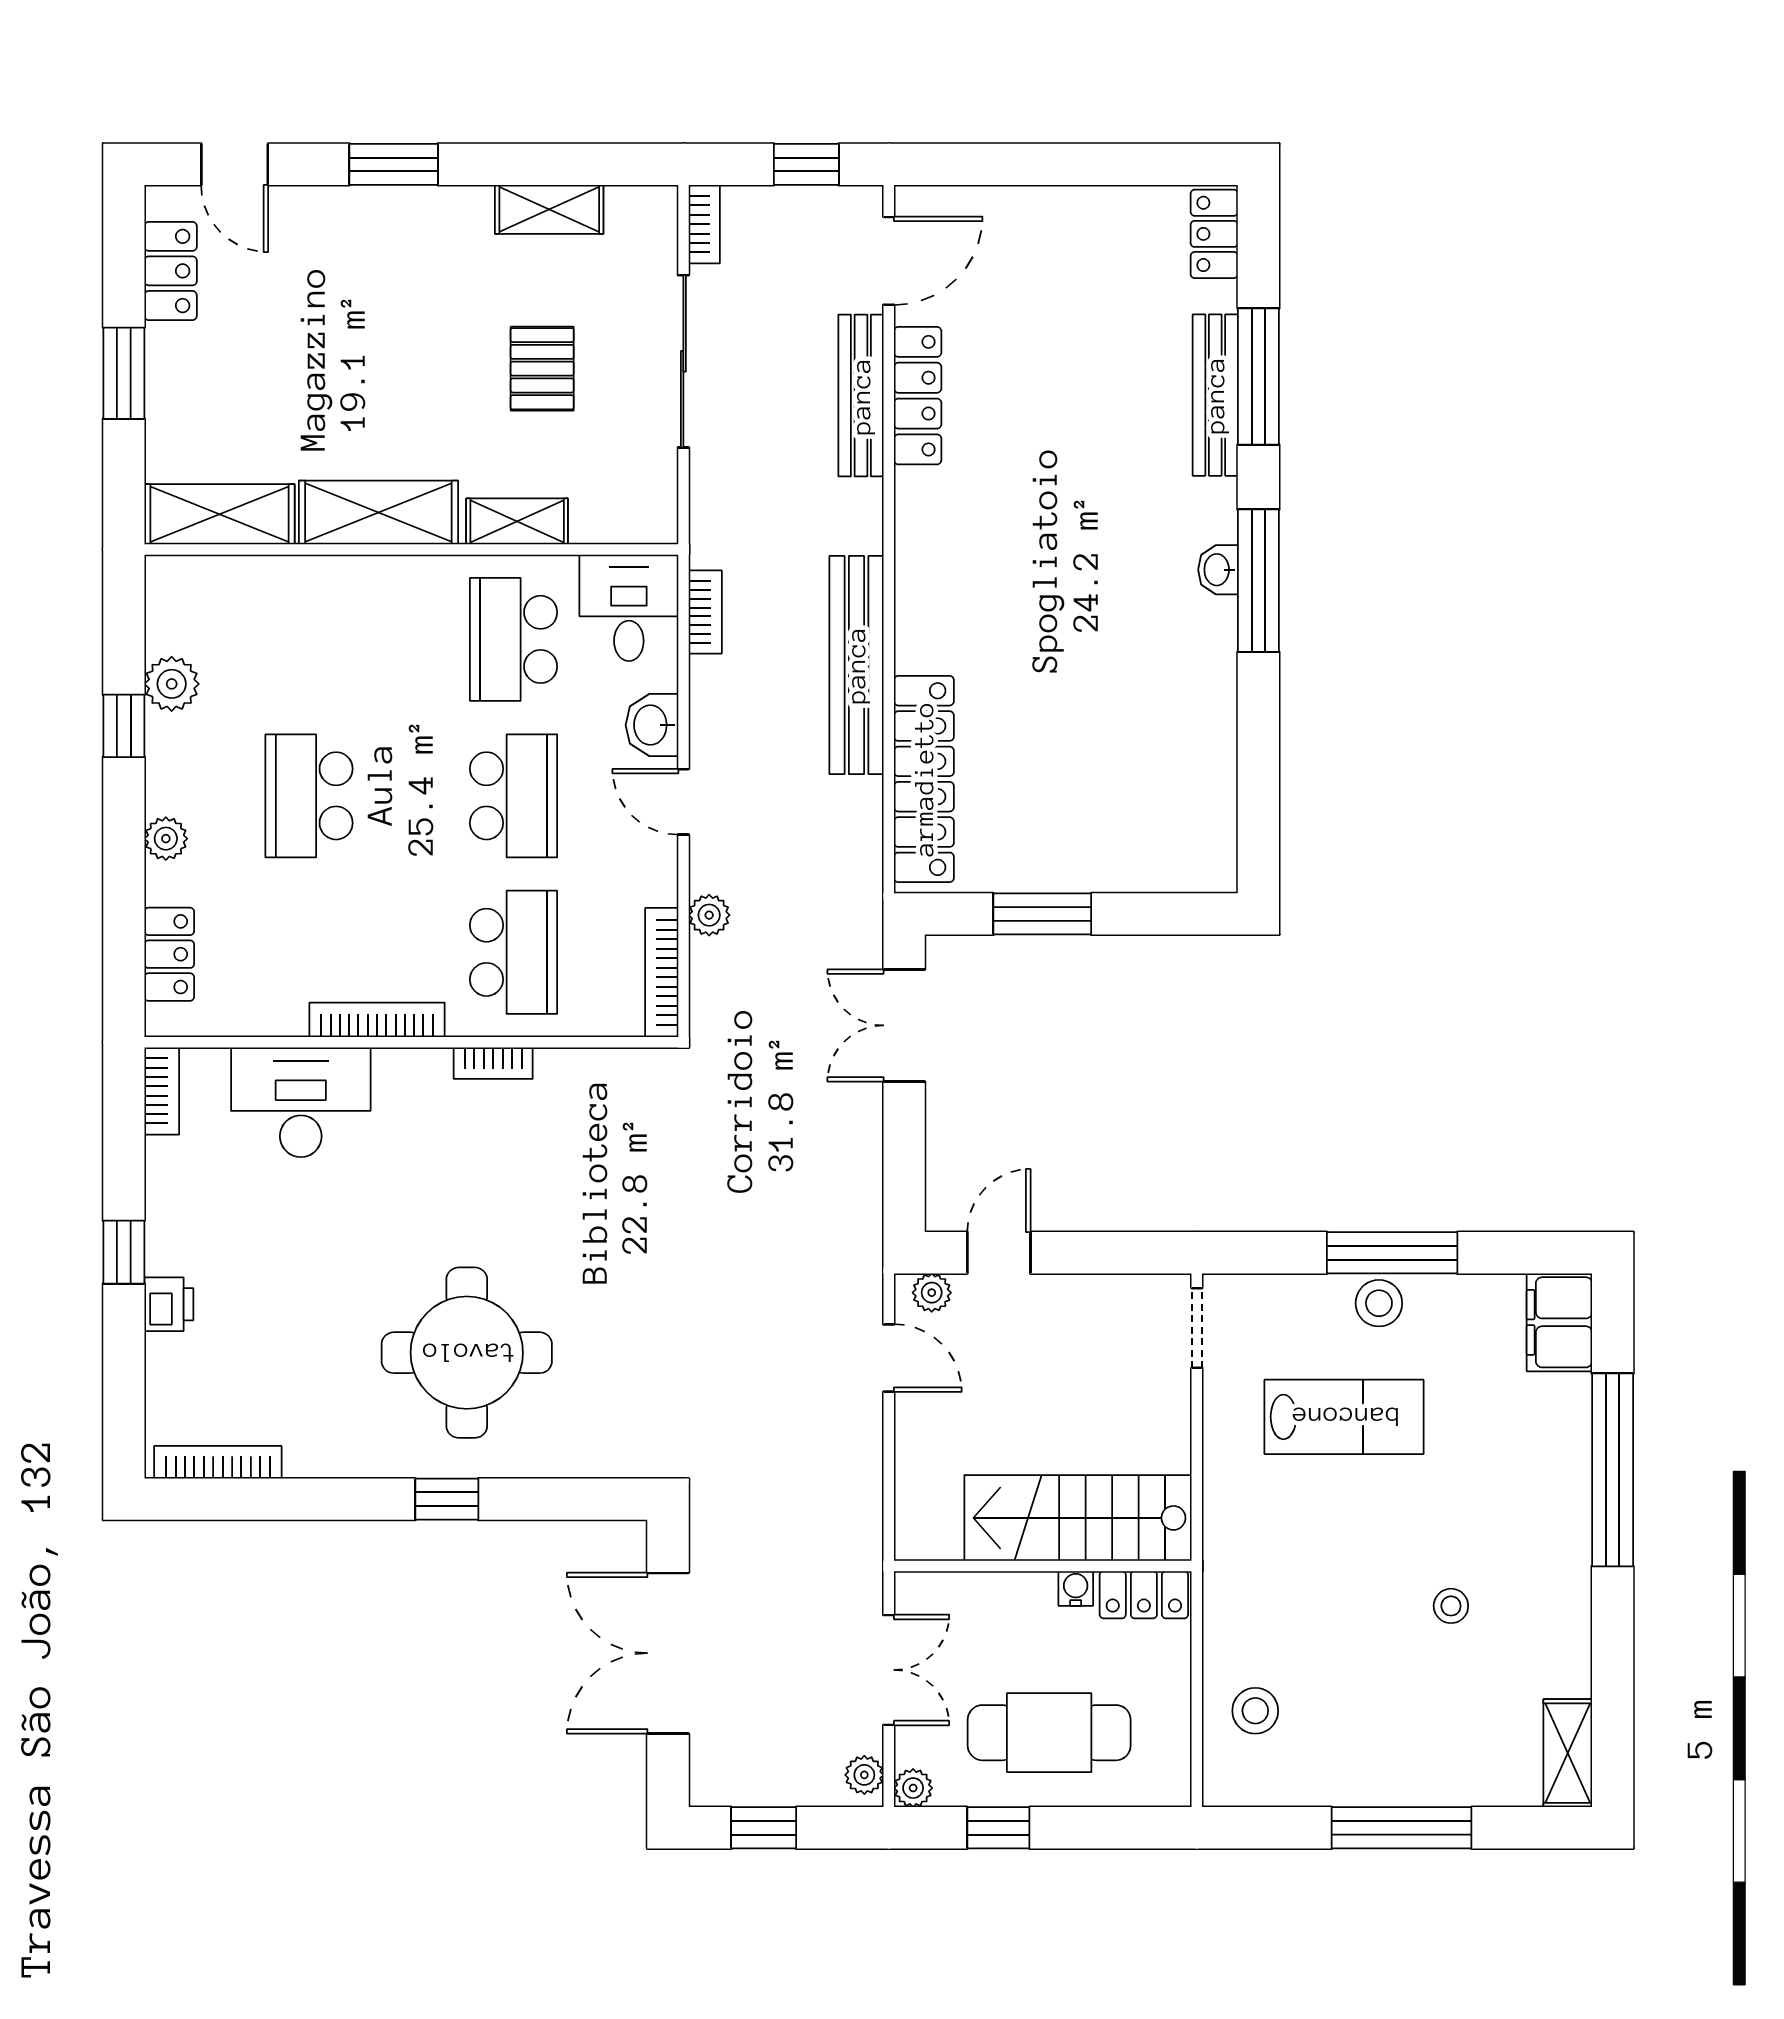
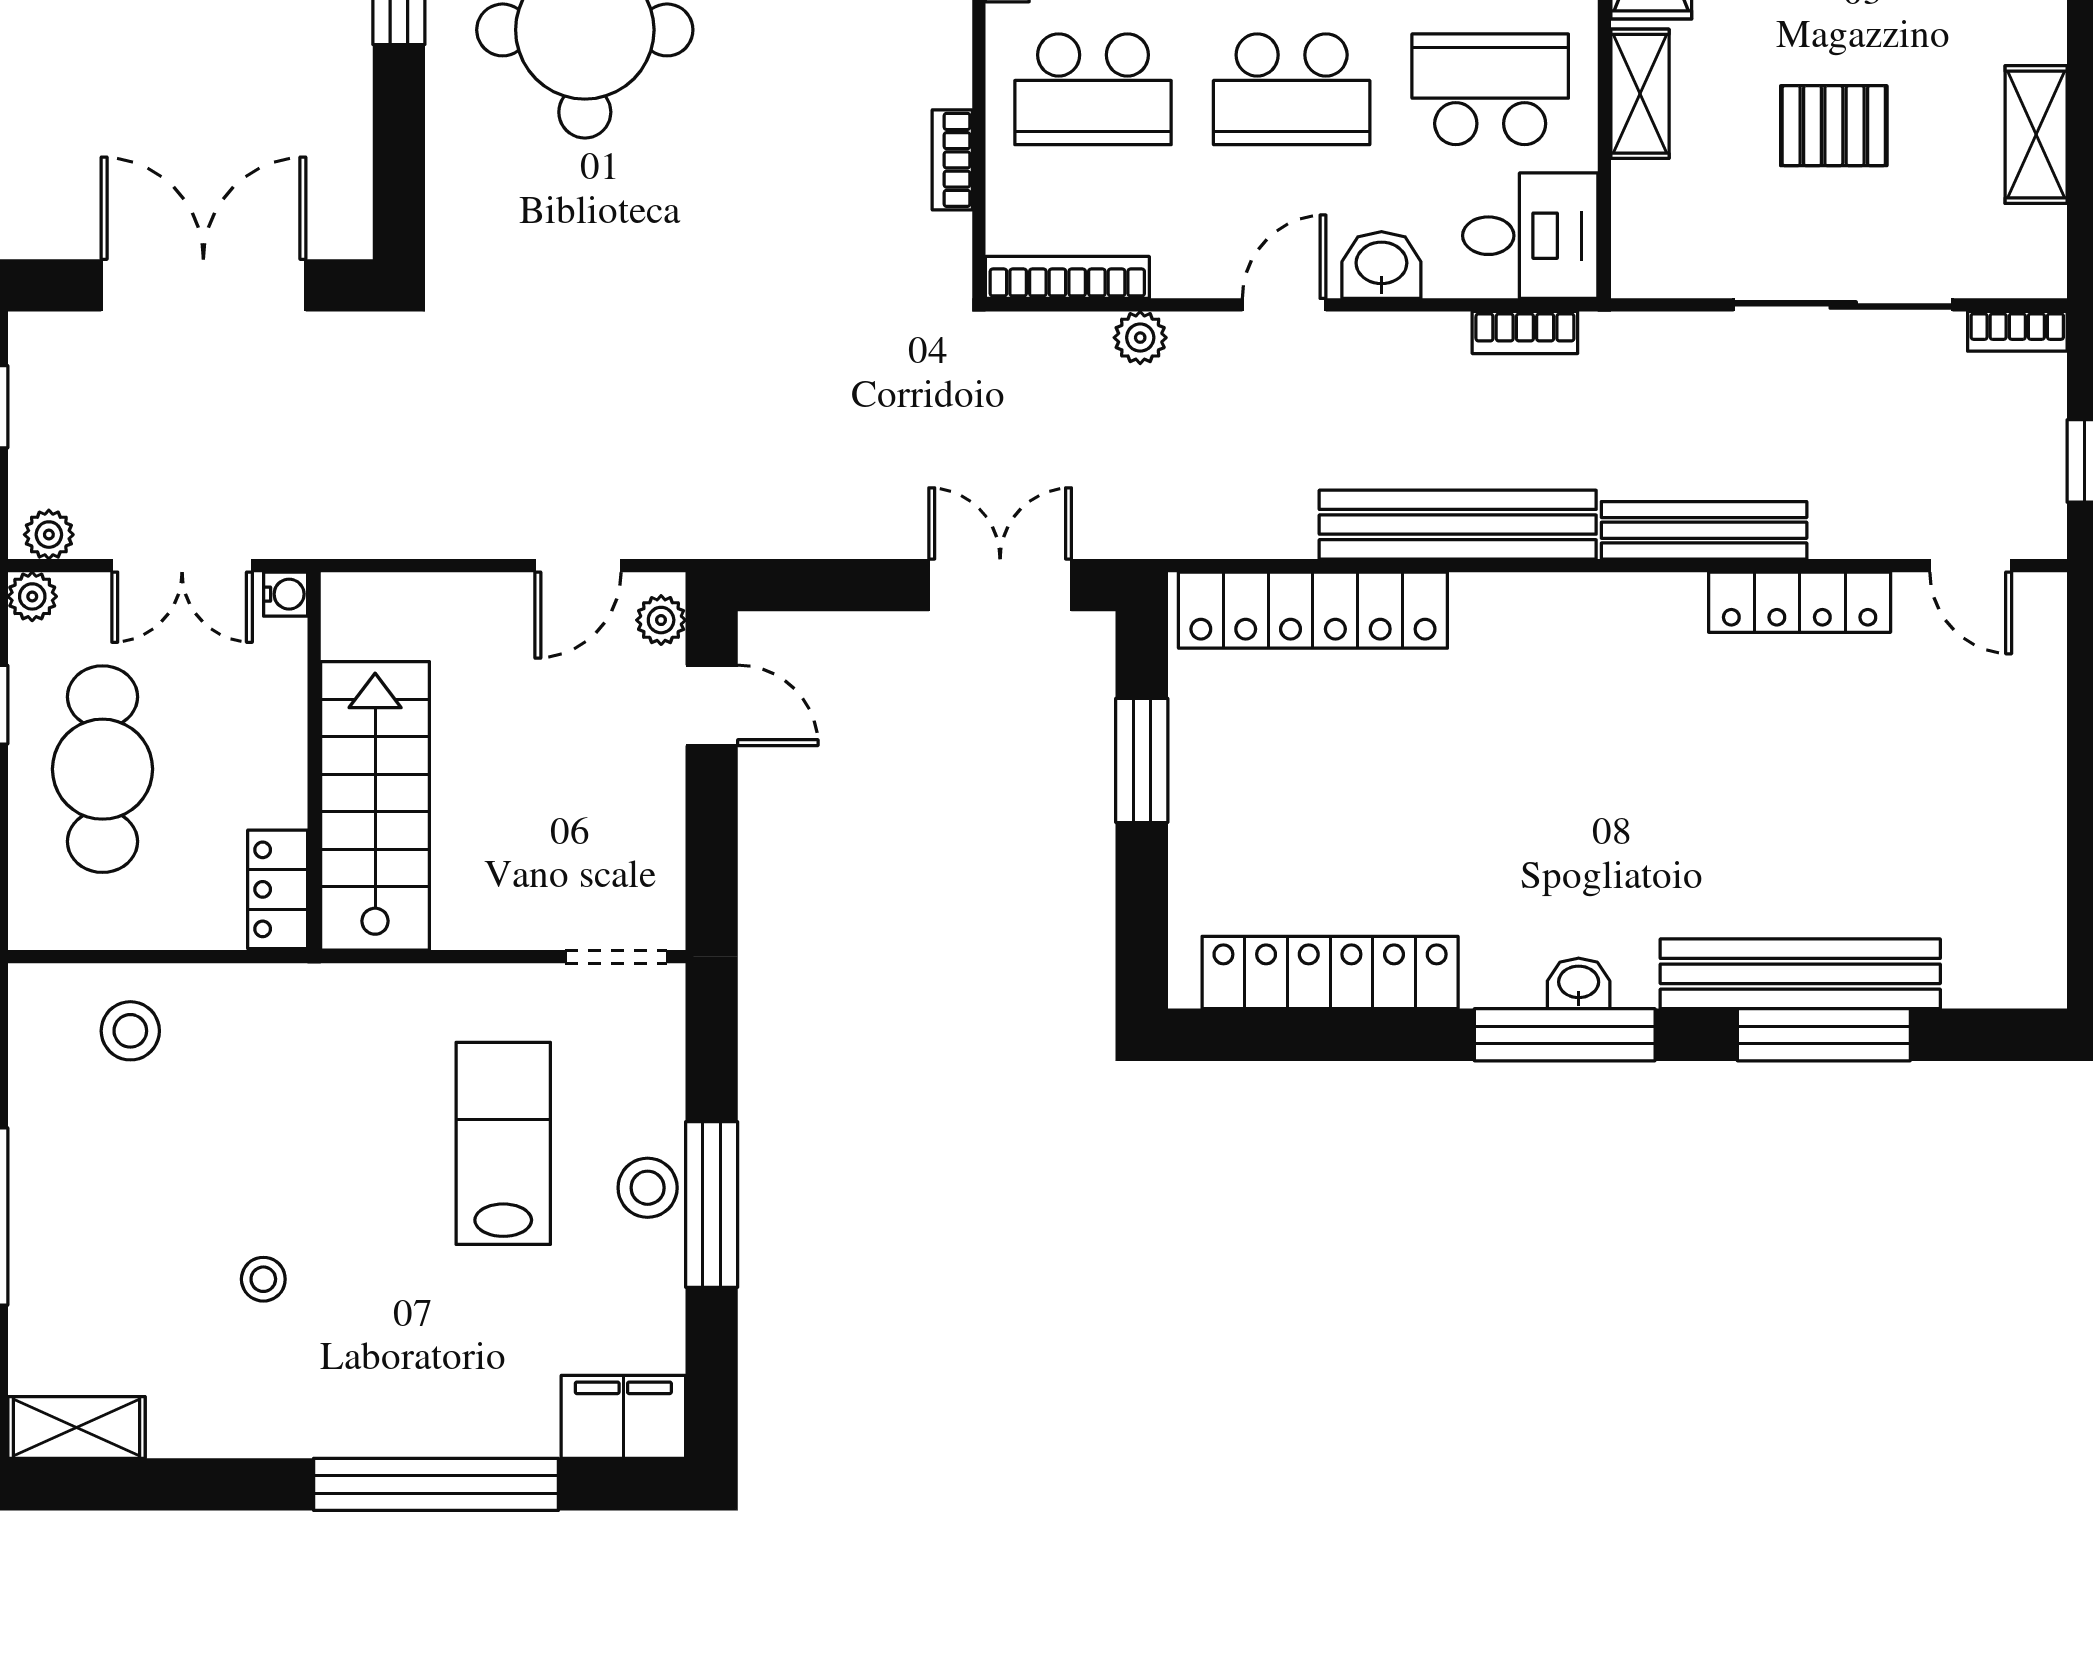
locker: (1214, 234) -> (1330, 972), moved, width x2.16, depth x1.21
door: (889, 261) -> (1971, 566), width x0.73
bench: (1215, 395) -> (1800, 974), width x1.37, depth x1.21
bench: (861, 396) -> (1704, 530), moved
bookcase: (493, 1063) -> (952, 160), moved
lab bench: (1344, 1417) -> (503, 1143), turned 180
water cooler: (1076, 1588) -> (286, 594), moved

